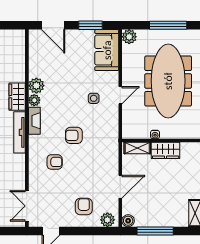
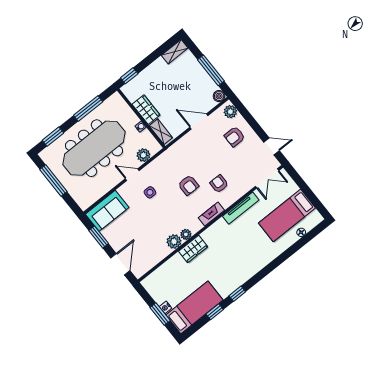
plant: (129, 37) -> (143, 155), moved
fireplace: (34, 121) -> (211, 214), moved
tv unit: (20, 132) -> (241, 208), moved

